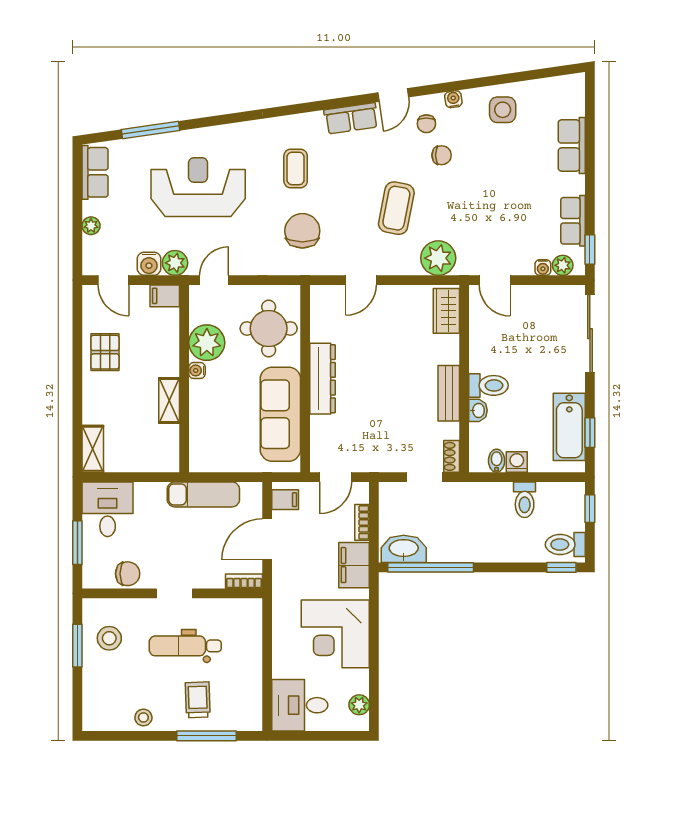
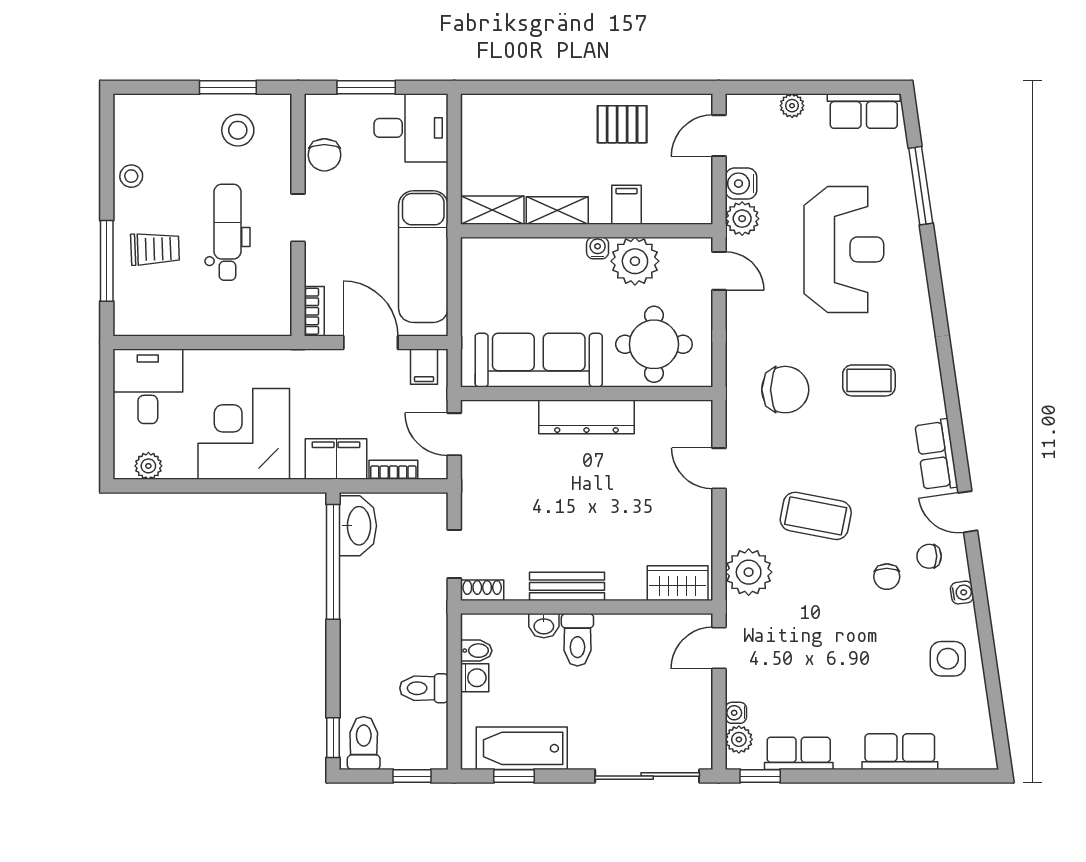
filing cabinet: (165, 296) -> (627, 205), moved
shelving: (93, 449) -> (492, 210), moved
exam couch: (203, 494) -> (423, 257), width x1.36, depth x1.45

